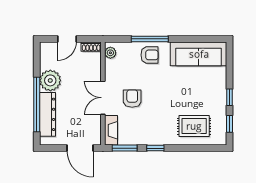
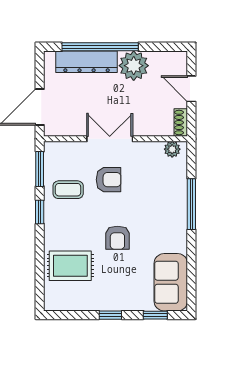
sofa: (199, 54) -> (171, 282), width x0.73
armchair: (149, 55) -> (117, 238), moved
window: (230, 124) -> (155, 315), moved
rug: (194, 126) -> (70, 266), turned 90
coffee table: (139, 128) -> (68, 190), added
fireplace: (111, 130) -> (64, 150), removed

